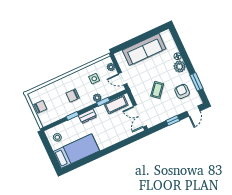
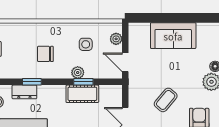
sofa: (144, 49) -> (173, 36), width x0.73
cot: (116, 104) -> (82, 94), moved
dresser: (87, 116) -> (24, 92), moved

